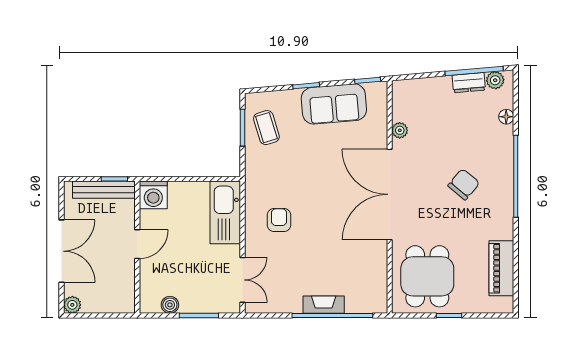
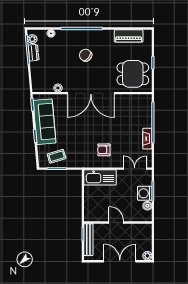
sofa: (334, 104) -> (44, 122), width x1.36
washing machine: (153, 195) -> (145, 193), moved, turned 180
fireplace: (324, 305) -> (147, 139), moved

